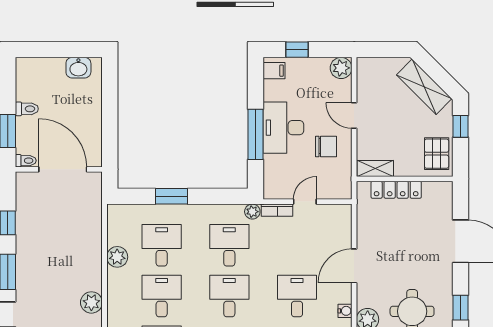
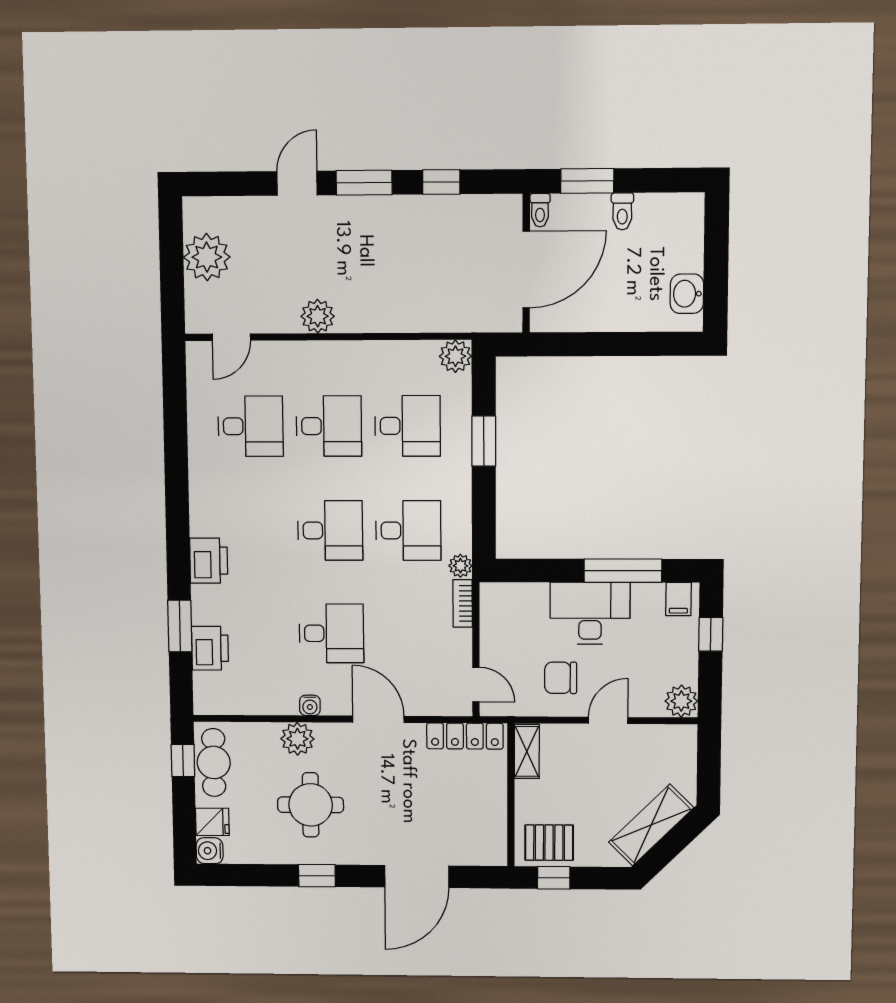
window: (460, 126) -> (554, 878), moved
window: (255, 134) -> (623, 571), moved
chair: (326, 146) -> (561, 678), turned 90
locker: (396, 190) -> (465, 736), moved, turned -90
door: (305, 202) -> (476, 685), moved
plant: (117, 257) -> (455, 356), moved

